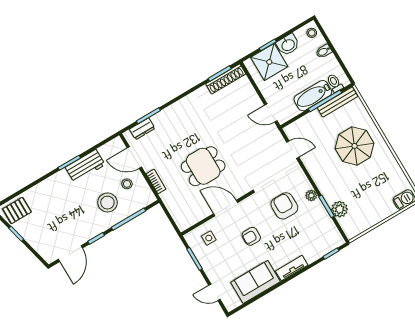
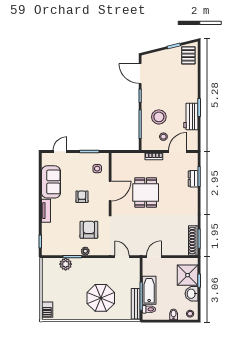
dresser: (142, 129) -> (193, 179), moved
door: (293, 150) -> (122, 257), swing flipped
armchair: (284, 206) -> (89, 230), turned -90

